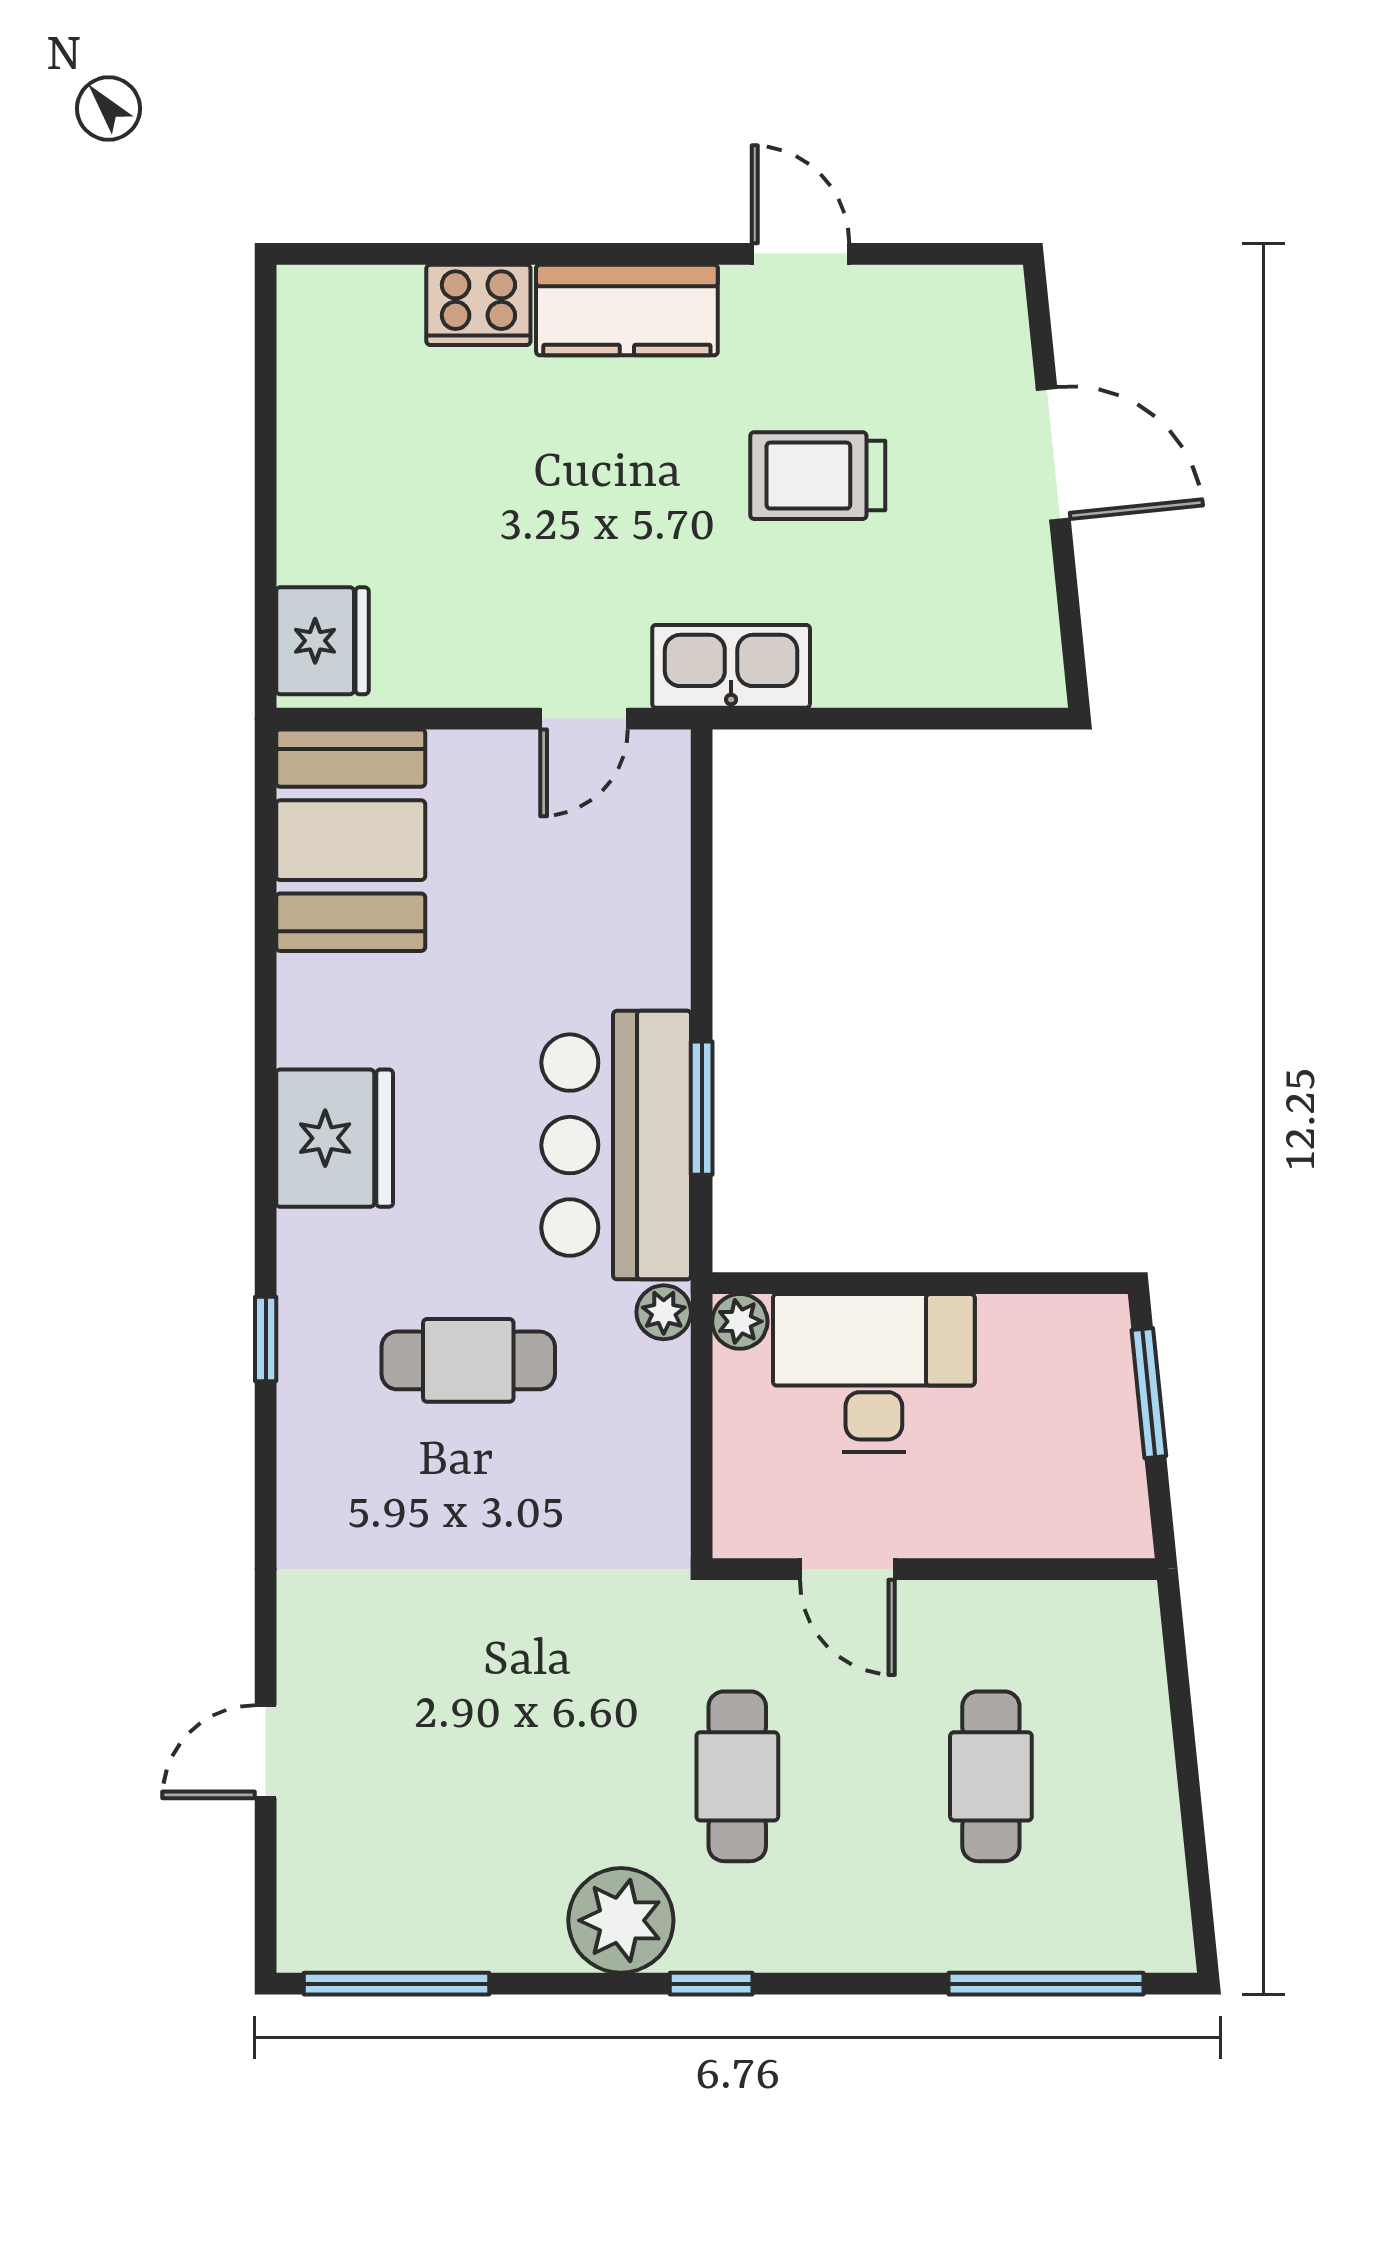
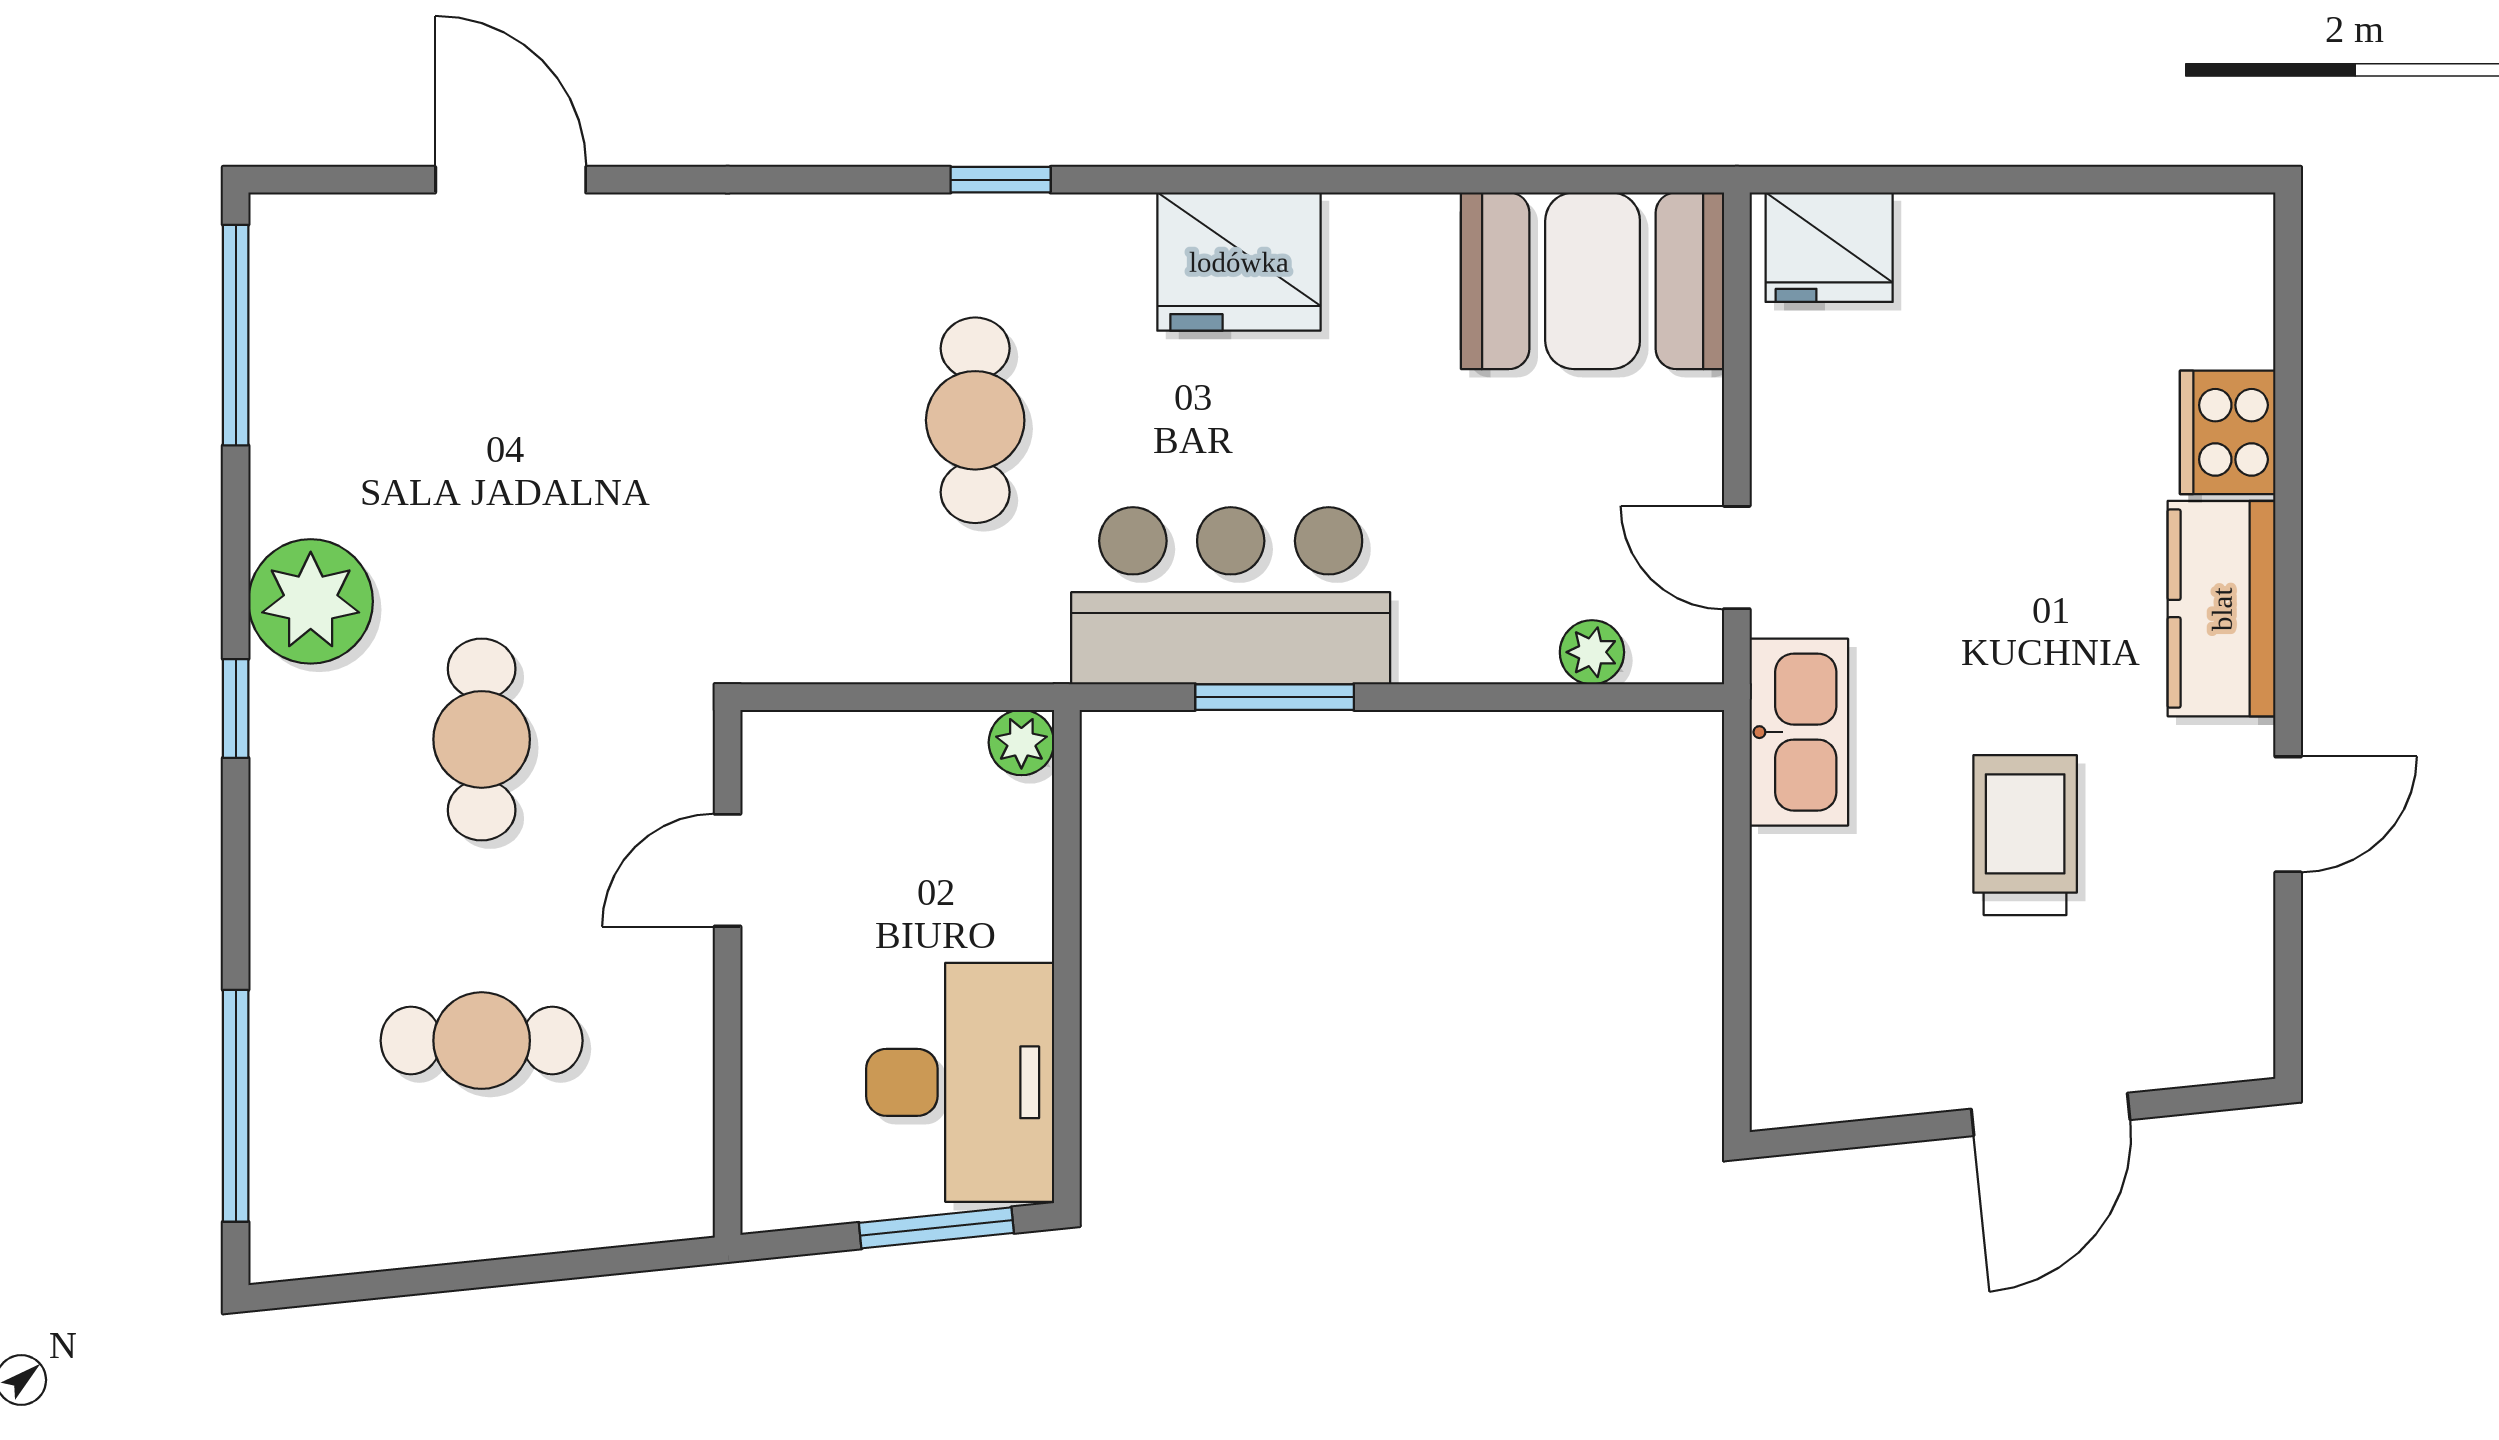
plant: (664, 1312) -> (1592, 652), moved
desk: (874, 1373) -> (960, 1082), moved
door: (266, 1752) -> (511, 180), width x1.37
cafe table: (737, 1776) -> (482, 739), turned 90

